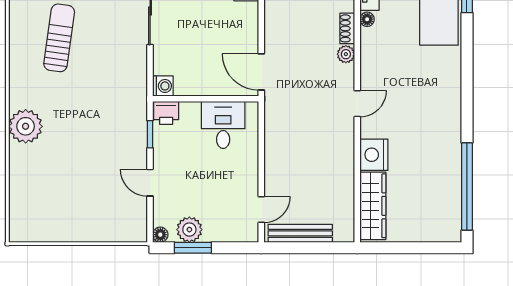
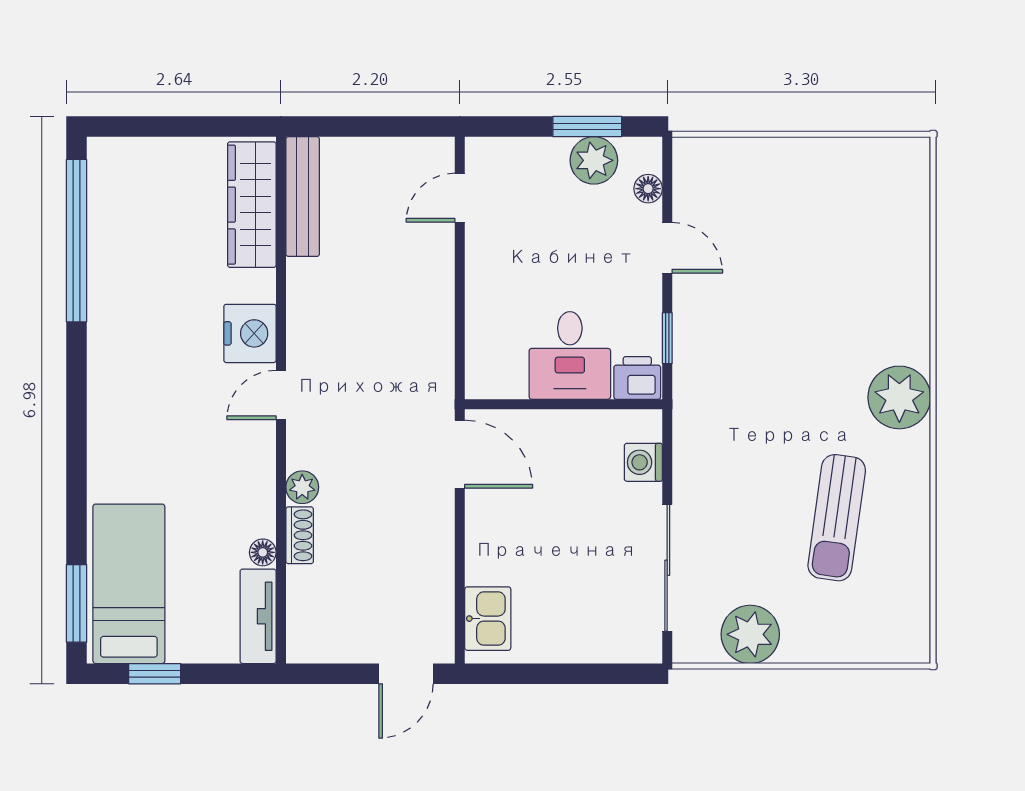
washing machine: (163, 86) -> (643, 462), moved
desk: (223, 125) -> (570, 355), moved
plant: (26, 126) -> (899, 397), moved
nightstand: (374, 155) -> (250, 333), moved
bench: (300, 233) -> (303, 197), moved, turned 90
floor lamp: (160, 235) -> (648, 189), moved

